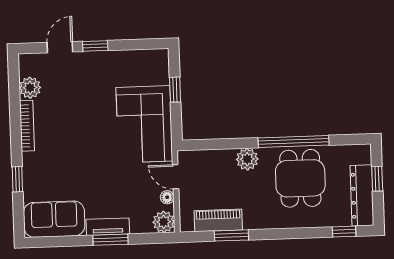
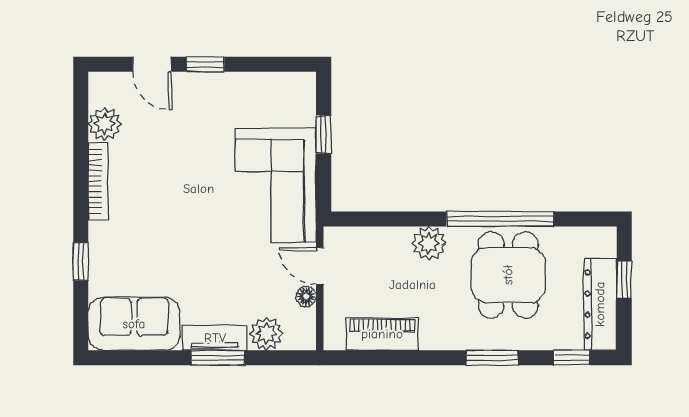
door: (60, 47) -> (152, 64), swing flipped
plant: (164, 222) -> (266, 334), moved
window: (231, 235) -> (492, 358), moved

